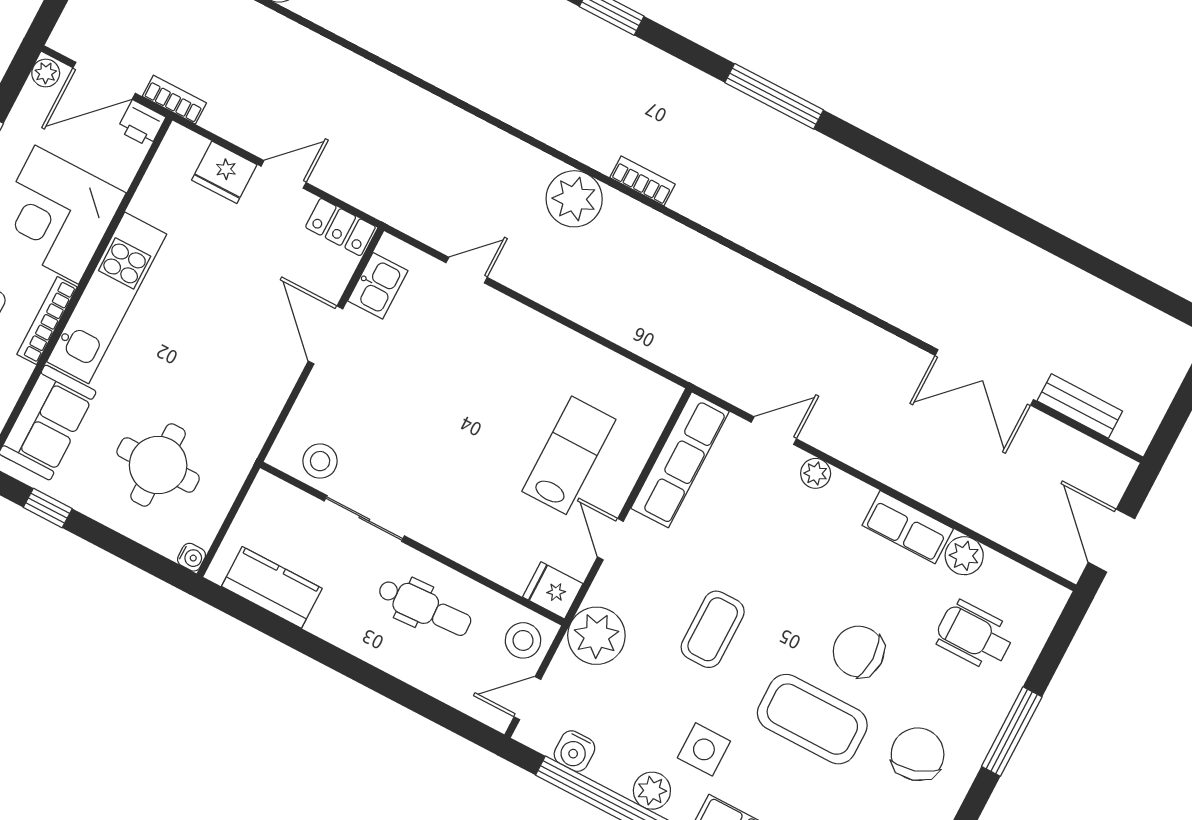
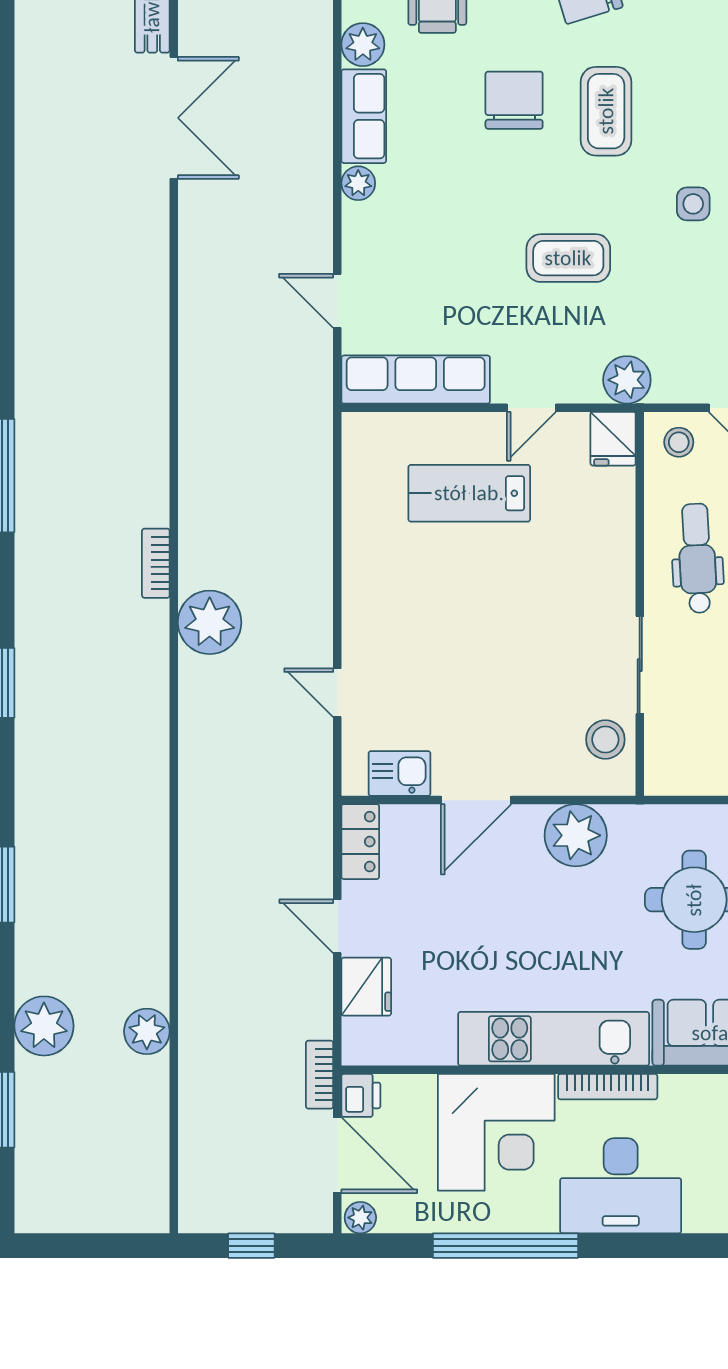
plant: (257, 399) -> (576, 835), added
plant: (816, 473) -> (358, 183), moved
plant: (596, 636) -> (627, 380), width x0.73, depth x0.73
stool: (523, 640) -> (679, 442), width x0.73, depth x0.73
chair: (859, 652) -> (514, 100), turned 180
coffee table: (812, 719) -> (606, 111), width x0.73, depth x0.76
side table: (704, 749) -> (693, 204), width x0.73, depth x0.73

